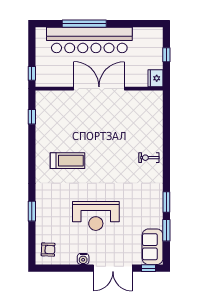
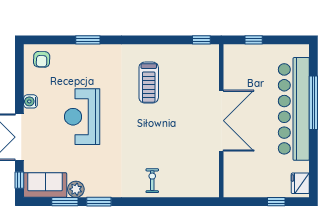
fridge: (155, 78) -> (300, 183), moved, turned -90
double door: (99, 89) -> (221, 121), moved
wall: (99, 89) -> (221, 121), moved
plant: (156, 221) -> (76, 189), added

